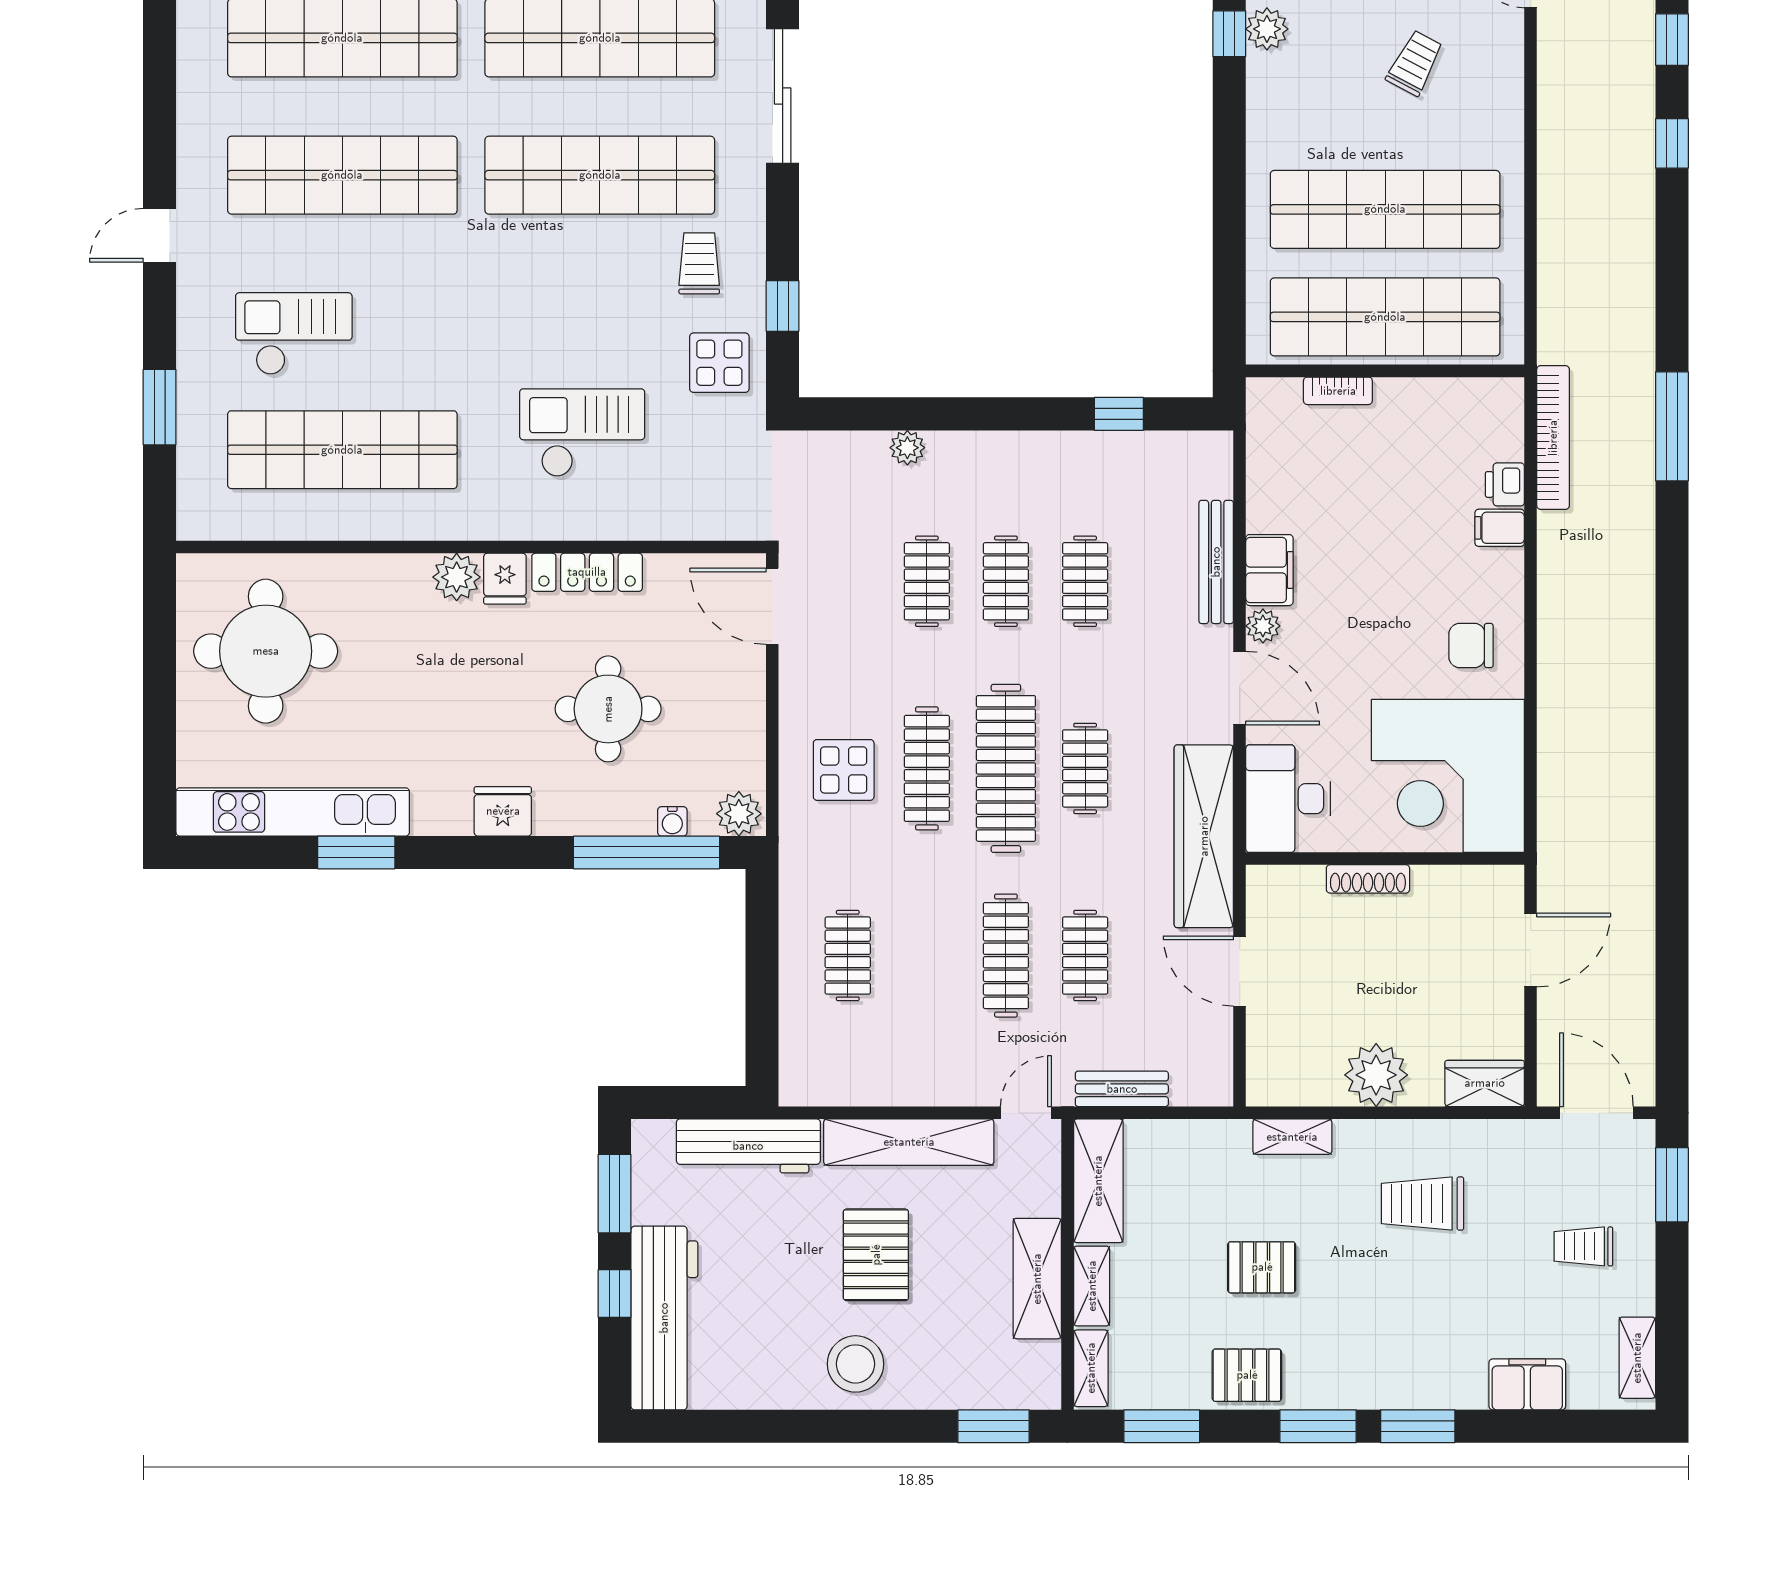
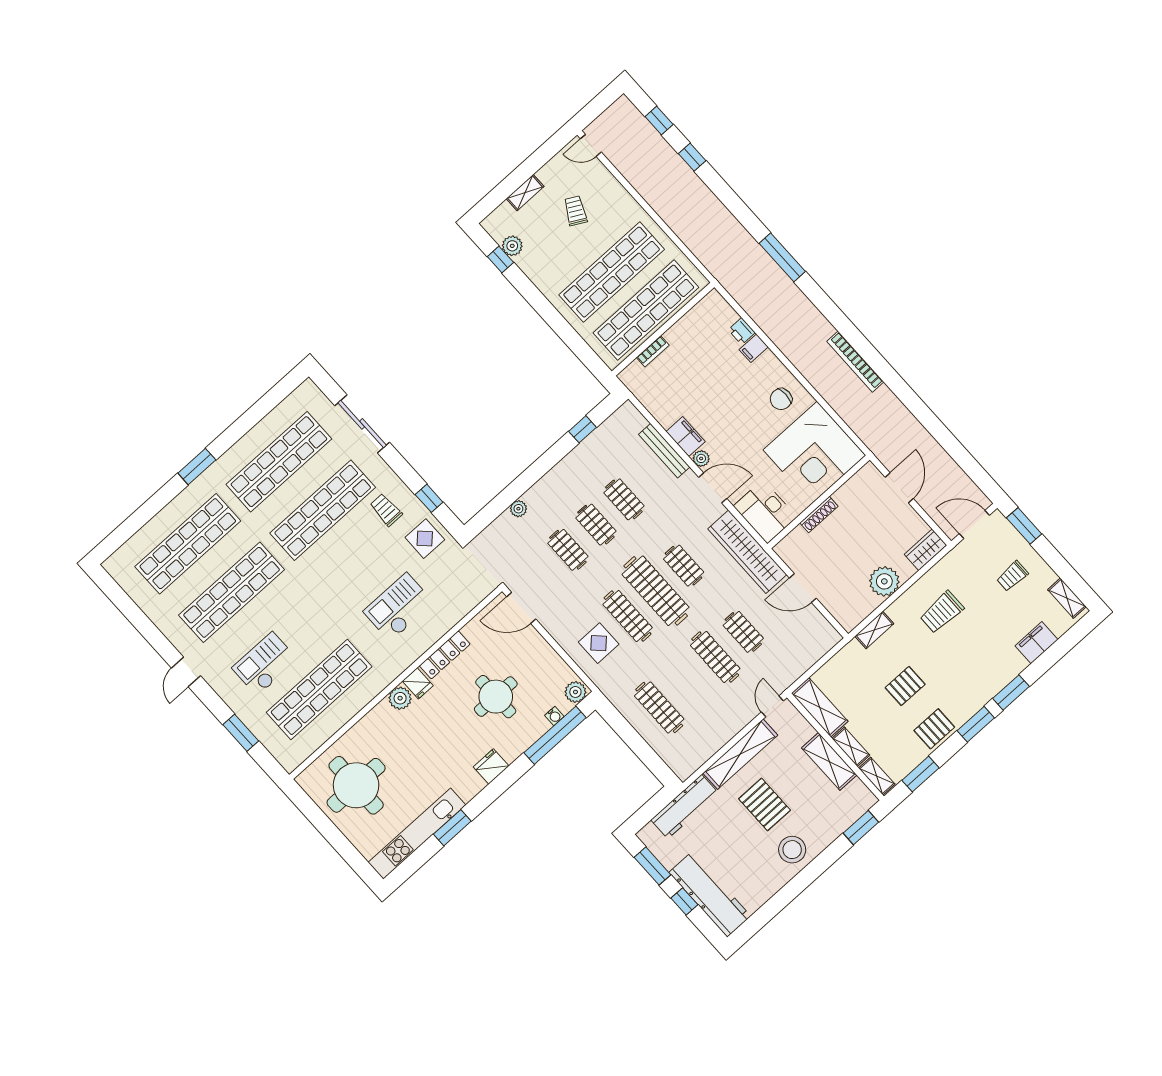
bookcase: (1553, 438) -> (855, 362), moved, turned 180
clothes rail: (848, 956) -> (659, 707), width x1.36
bench: (1122, 1089) -> (799, 667), removed

